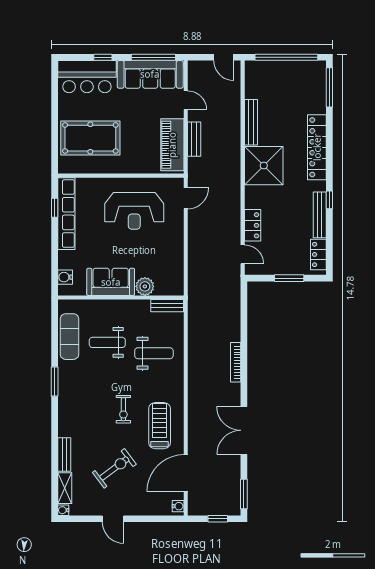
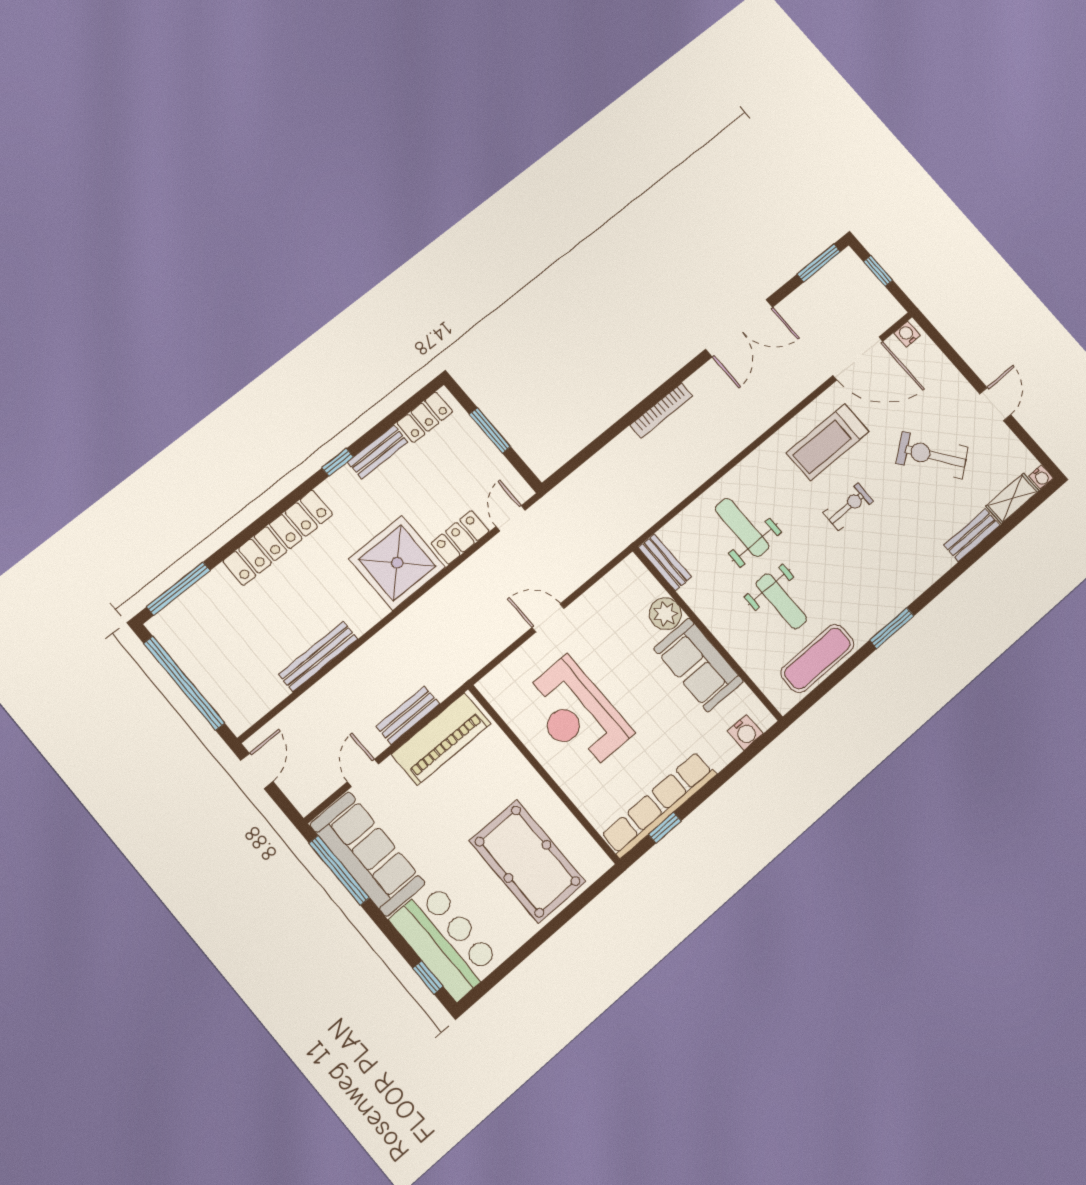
window: (103, 57) -> (428, 977), moved
shower: (264, 166) -> (397, 563), moved
door: (186, 198) -> (548, 618), moved
reception desk: (134, 211) -> (576, 714), turned 180
bench: (320, 215) -> (378, 452), width x0.73

